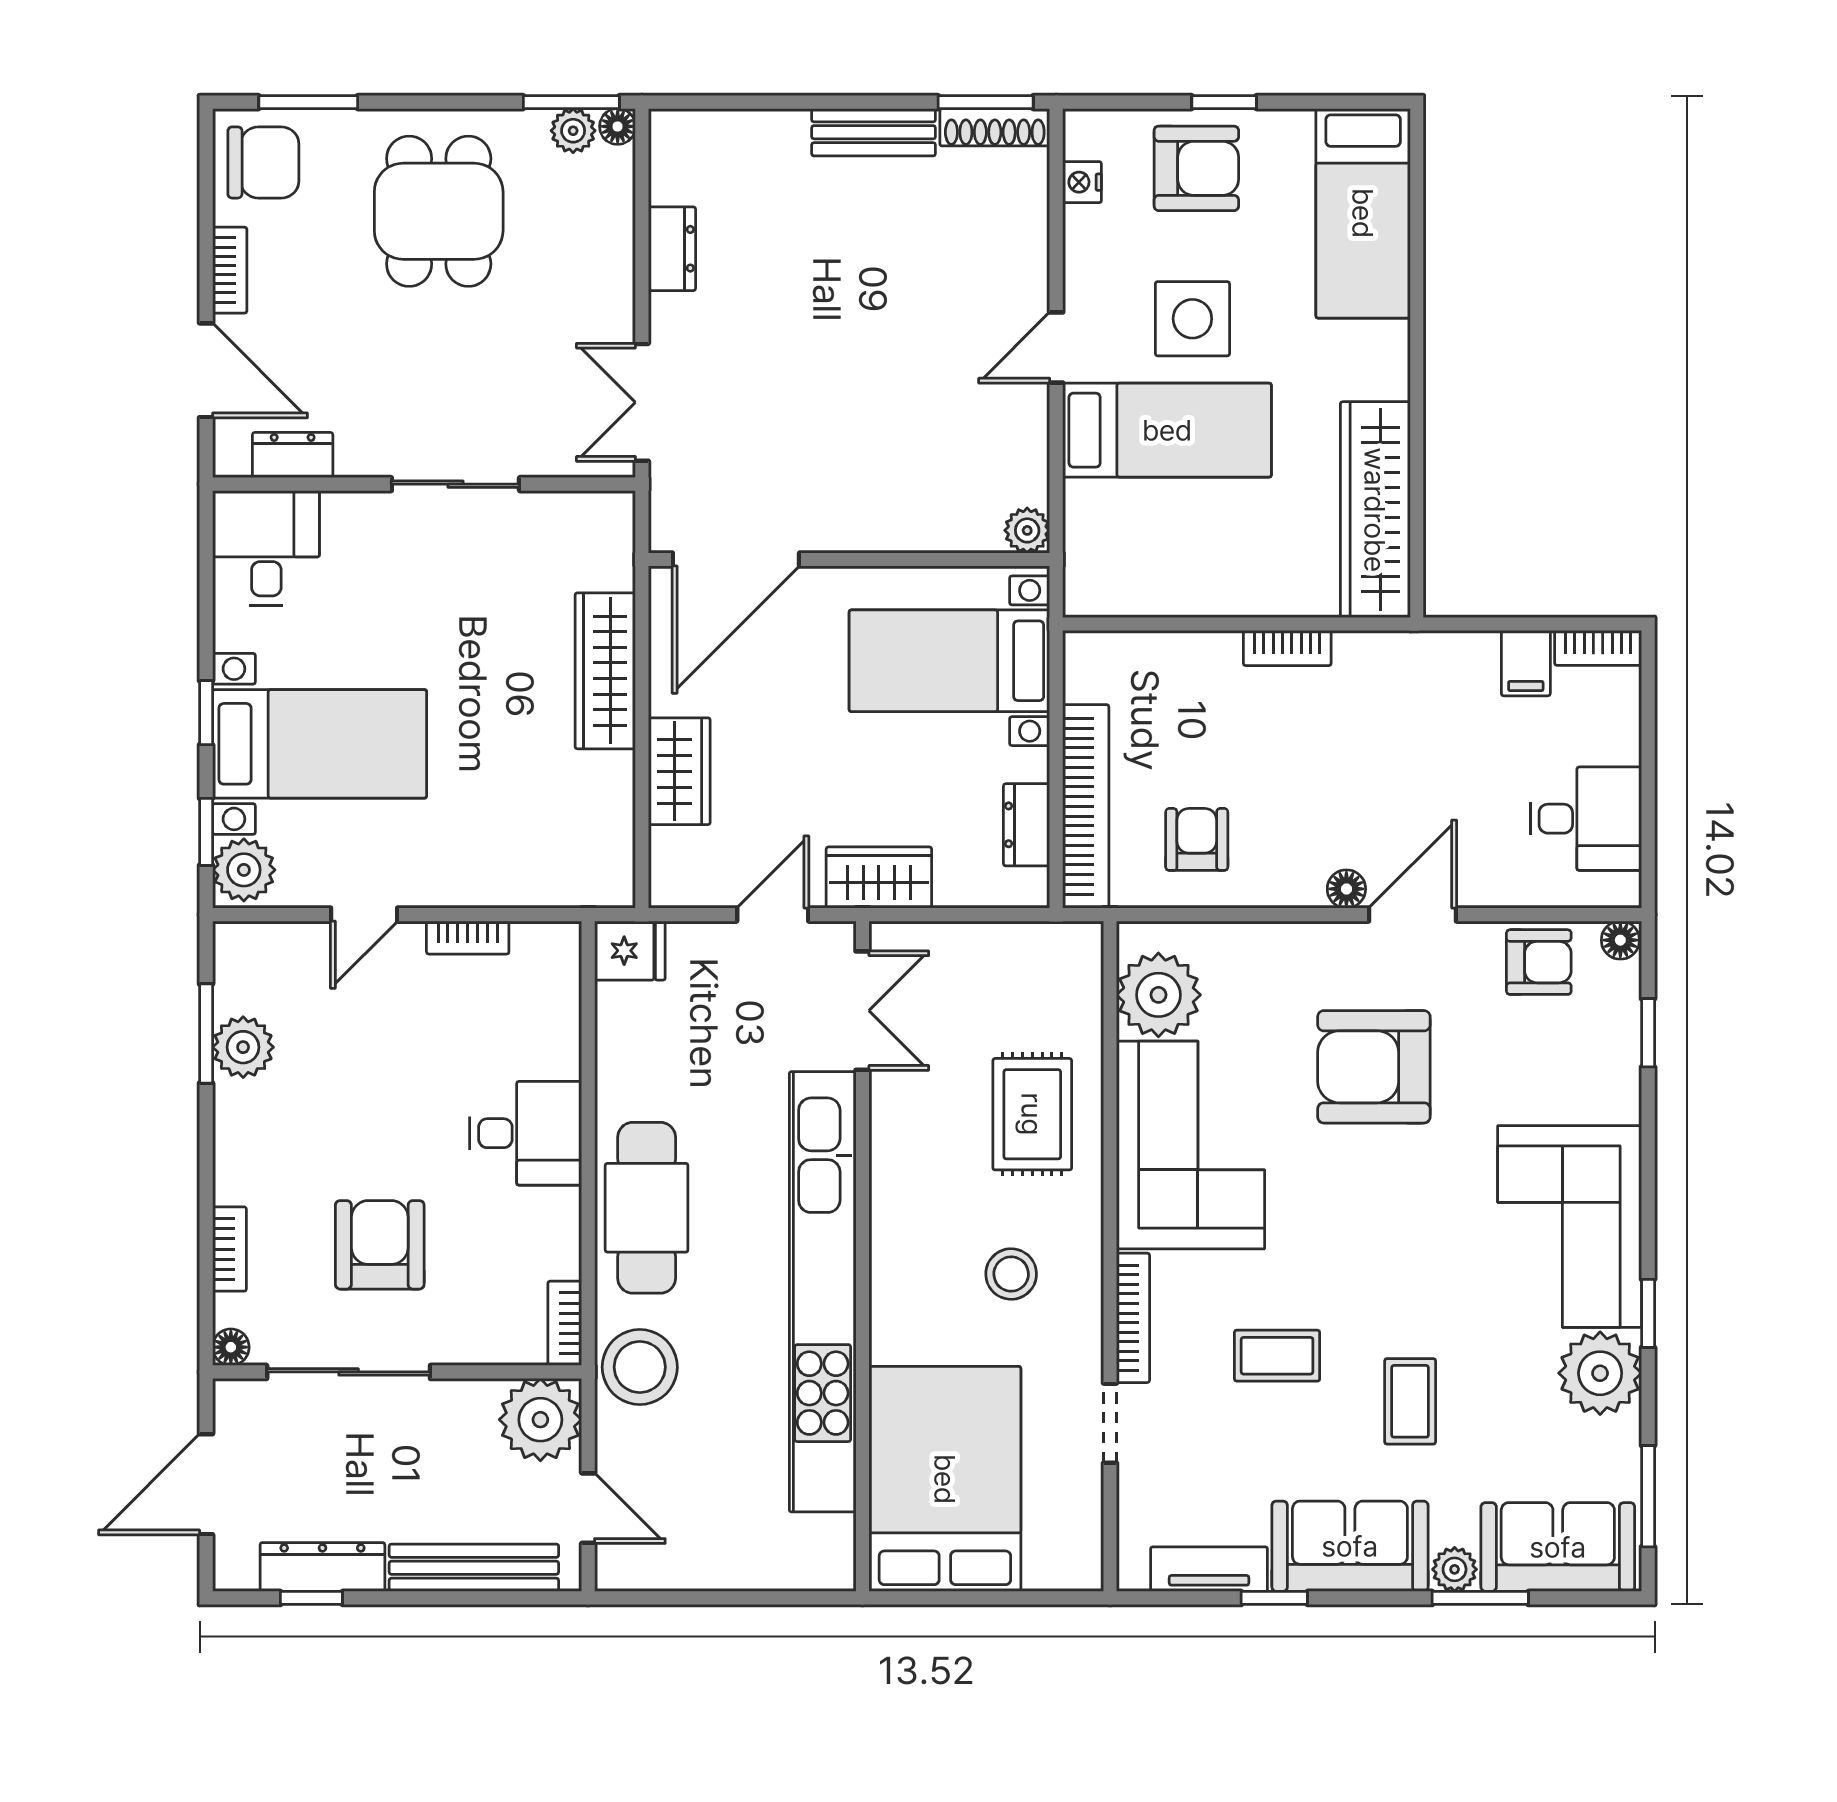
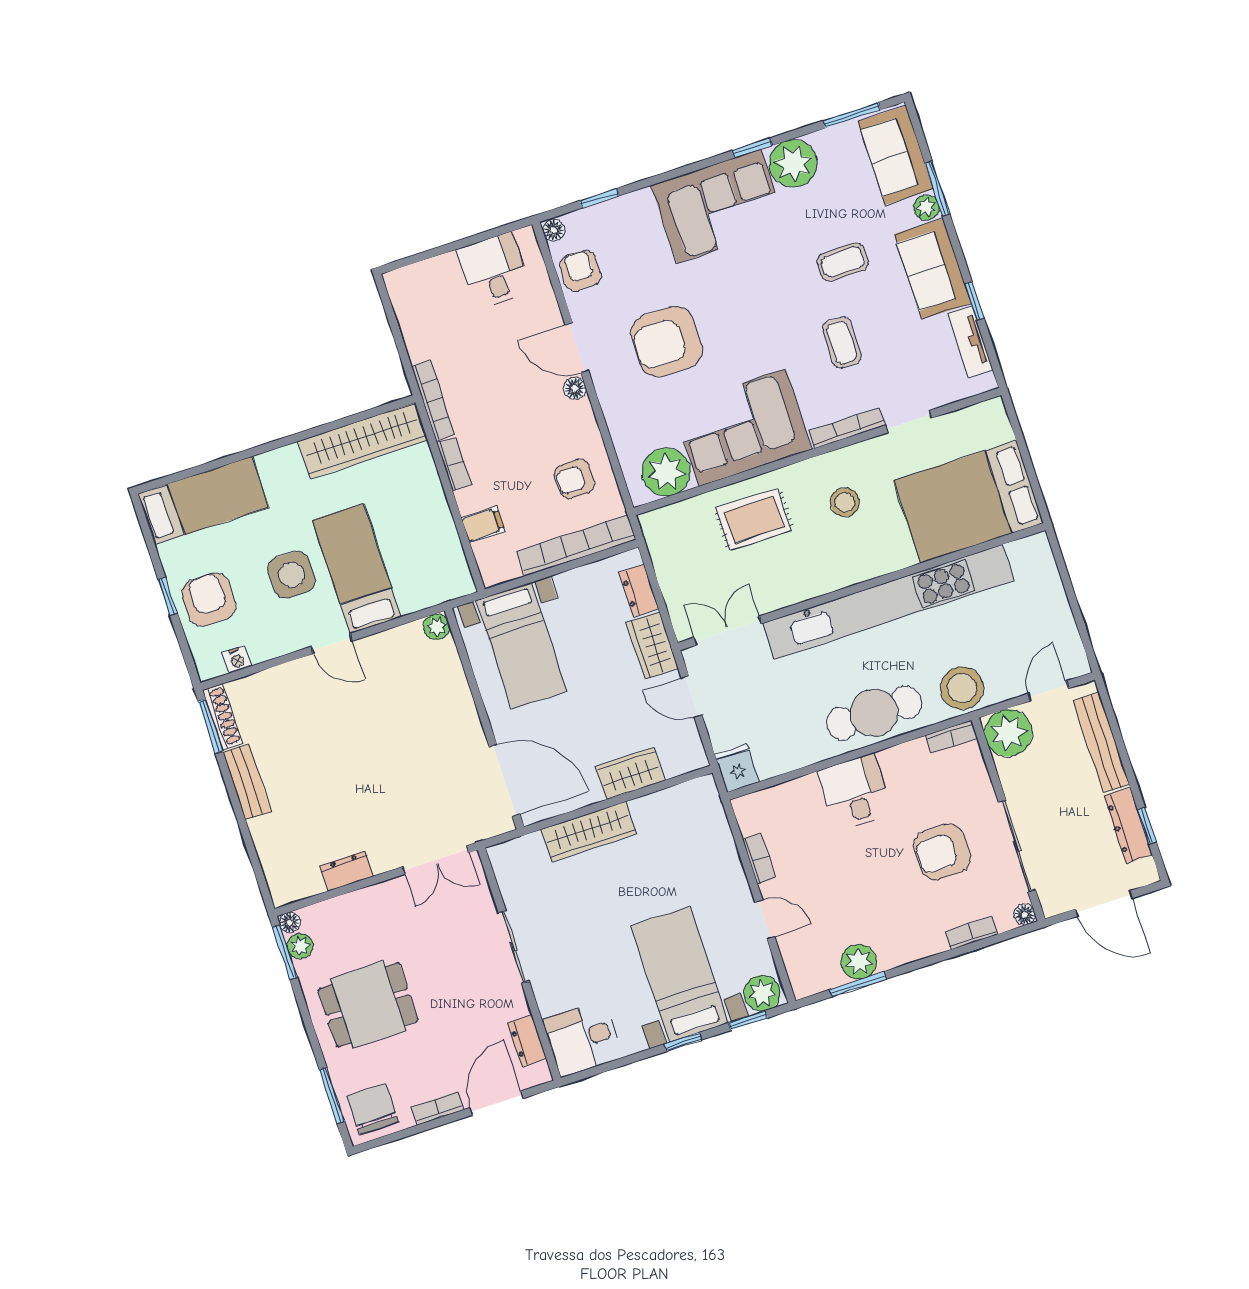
bookcase: (1598, 648) -> (433, 401), moved, width x1.56
filing cabinet: (1526, 663) -> (483, 525), moved
dresser: (1027, 825) -> (639, 591), moved, turned 90
armchair: (1374, 1067) -> (667, 342), turned 90

